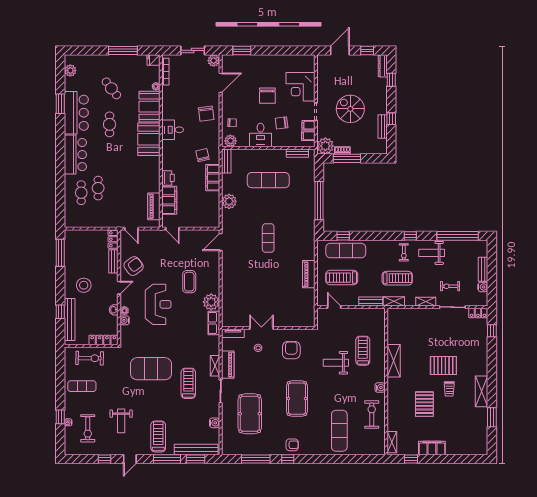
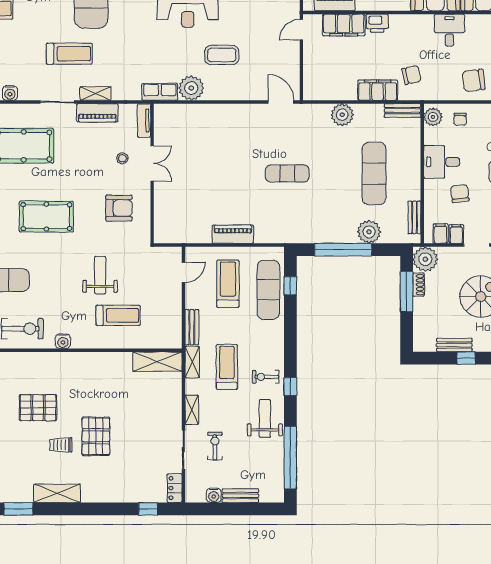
plant: (307, 183) -> (369, 232), added
treadmill: (397, 278) -> (227, 367), turned 180
shelving: (394, 361) -> (157, 362), moved

